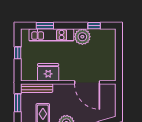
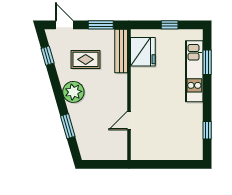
plant: (82, 37) -> (192, 114), removed
fridge: (48, 72) -> (143, 52), moved
door: (87, 82) -> (129, 120), width x0.53

